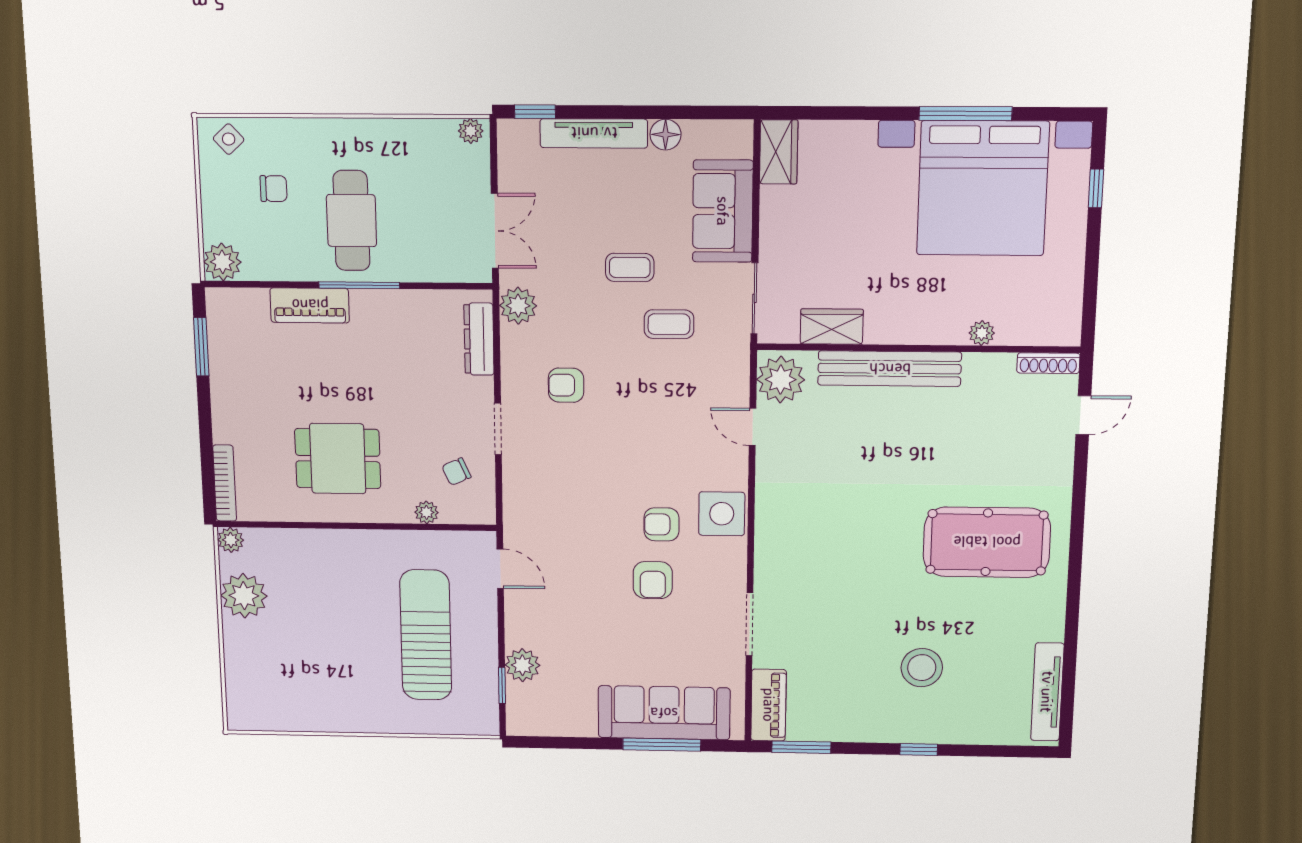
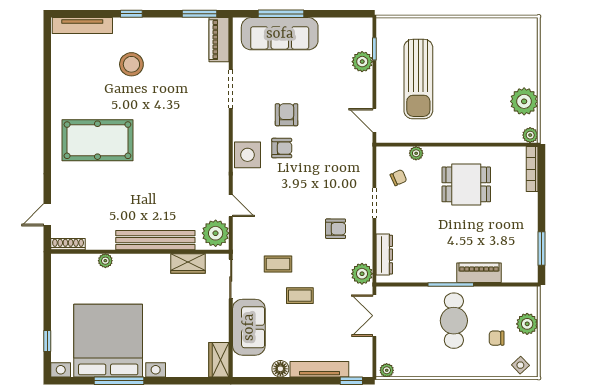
plant: (222, 262) -> (527, 324), moved
tv unit: (1047, 692) -> (82, 26), moved, turned 90

